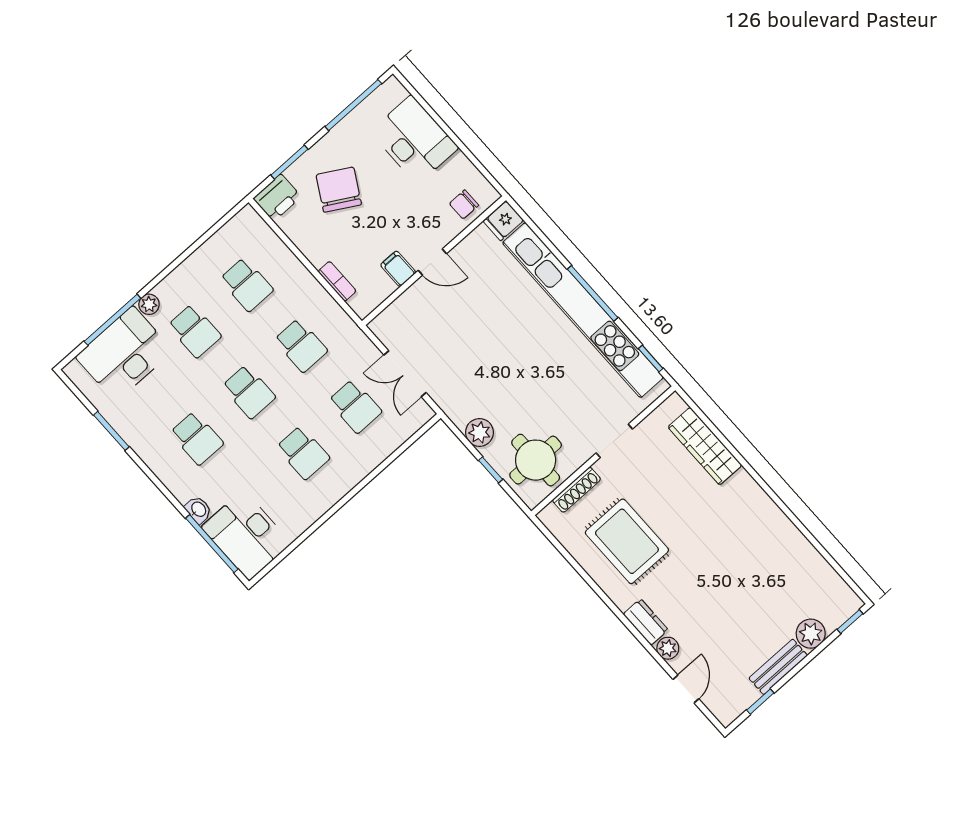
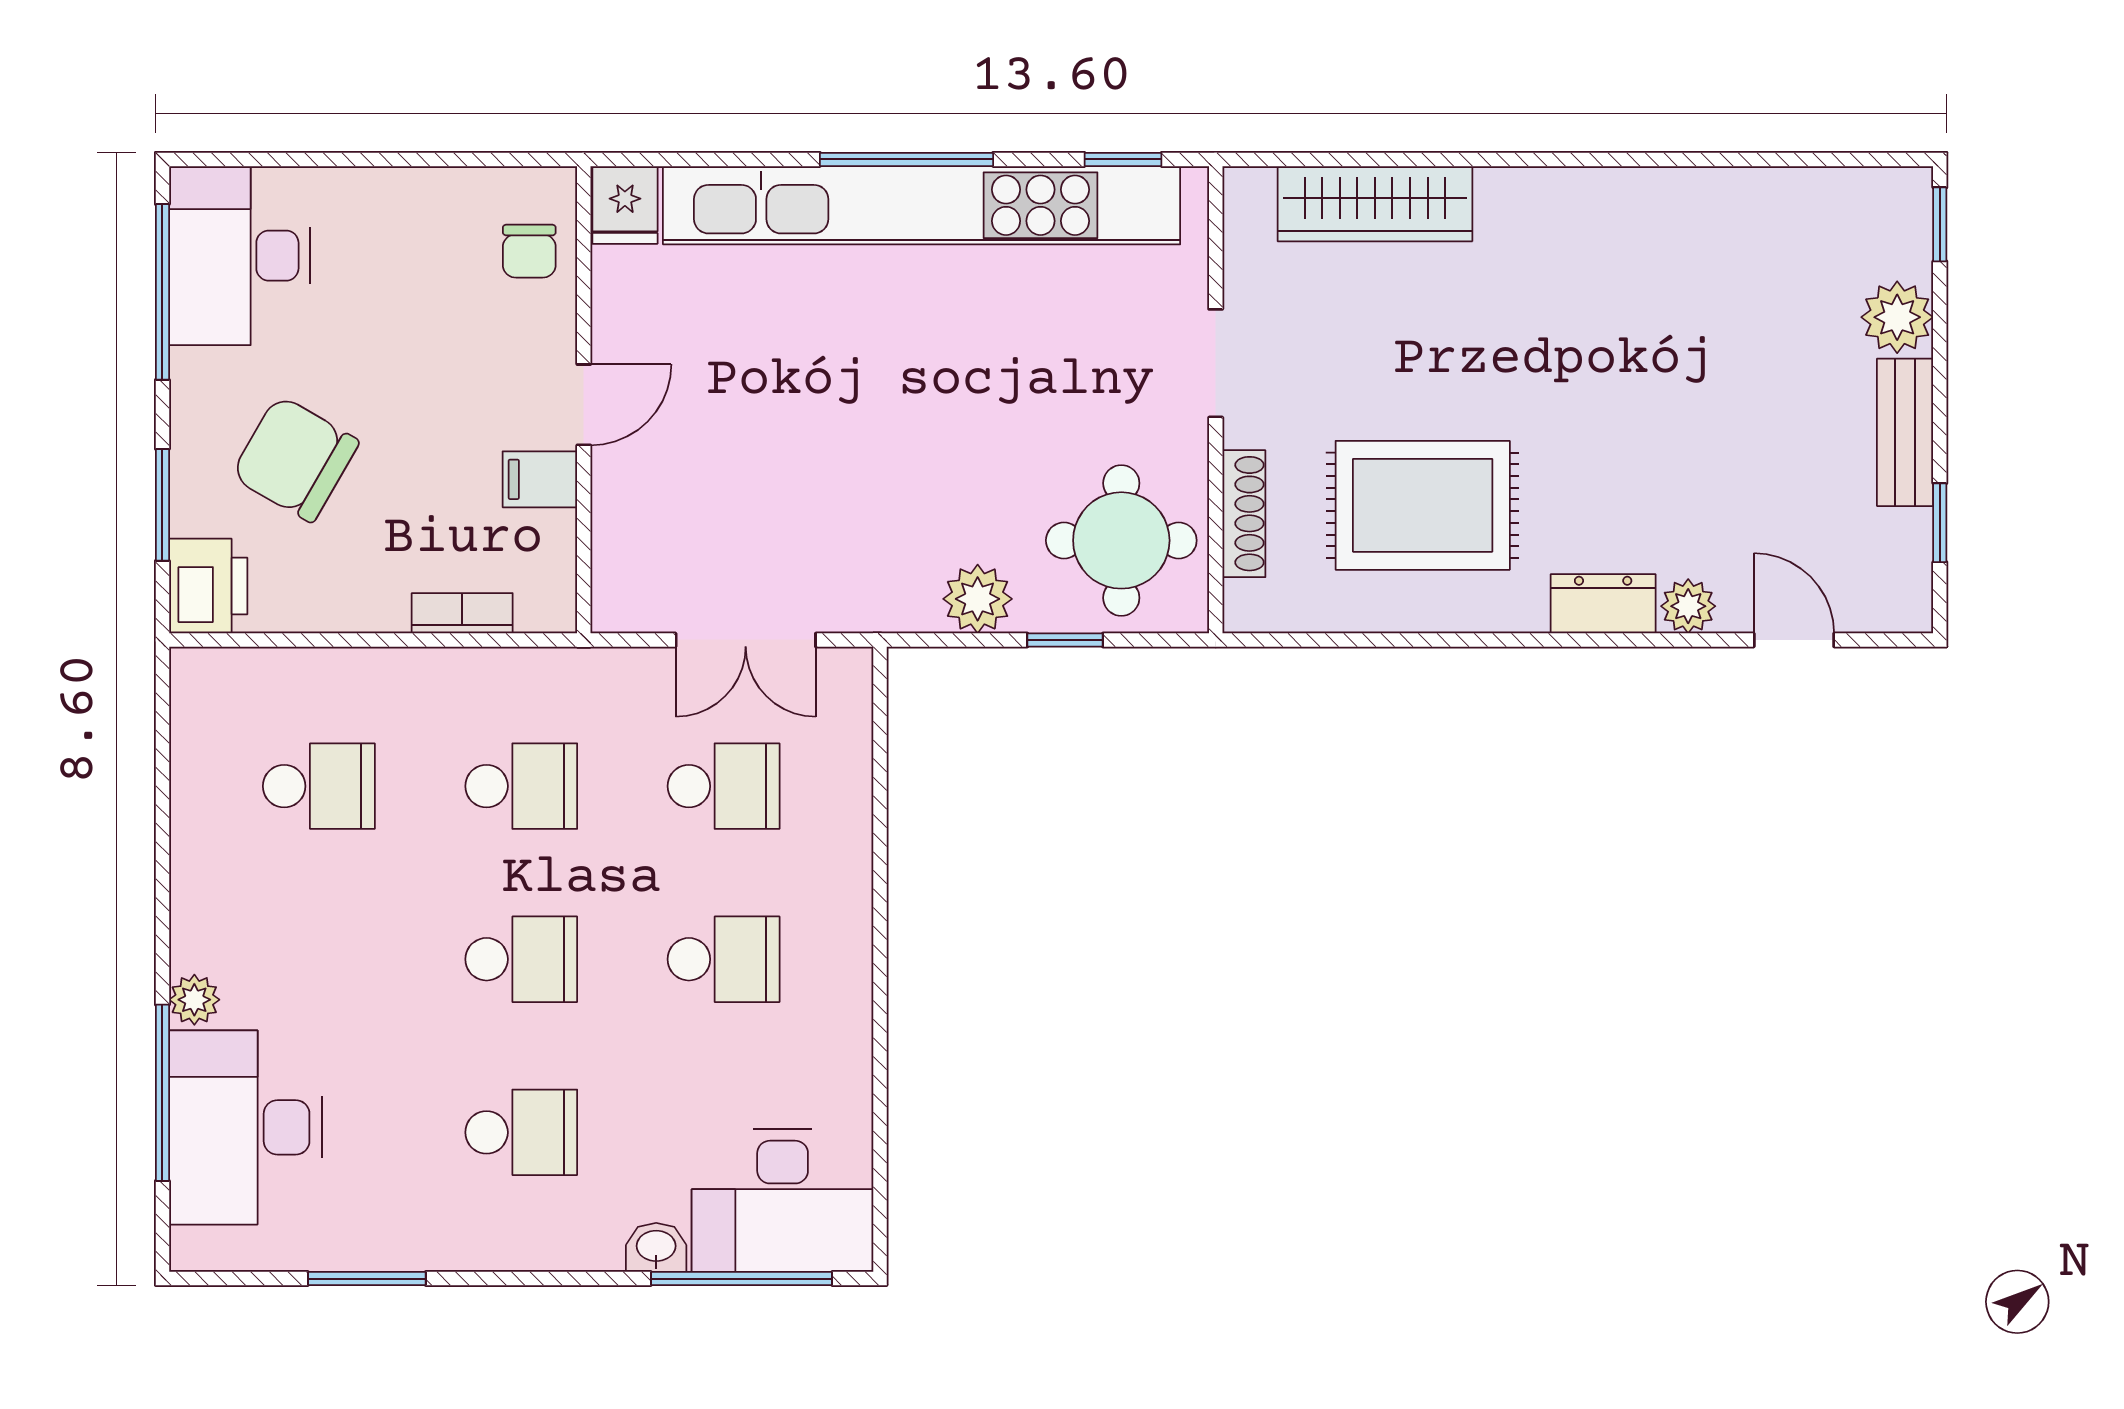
desk: (414, 140) -> (239, 256), moved, turned -90
school desk: (195, 331) -> (319, 959), removed

